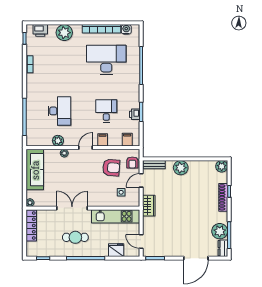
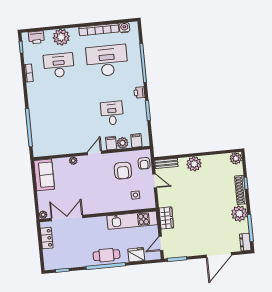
desk: (59, 111) -> (59, 65), moved, turned -90
printer: (135, 114) -> (139, 92), moved
plant: (58, 141) -> (123, 143), moved
armchair: (111, 168) -> (123, 171), turned 85
sofa: (35, 170) -> (44, 175), width x0.73
door: (141, 180) -> (155, 181), swing flipped
wardrobe: (149, 206) -> (166, 218), moved
double door: (72, 208) -> (67, 218), moved
locker: (31, 226) -> (47, 238), width x0.66
plant: (220, 231) -> (239, 214), moved
cafe table: (75, 237) -> (106, 255), moved
door: (141, 242) -> (161, 243), hinge flipped

